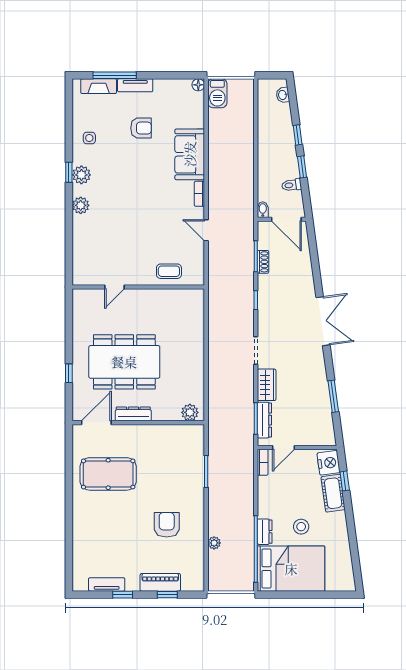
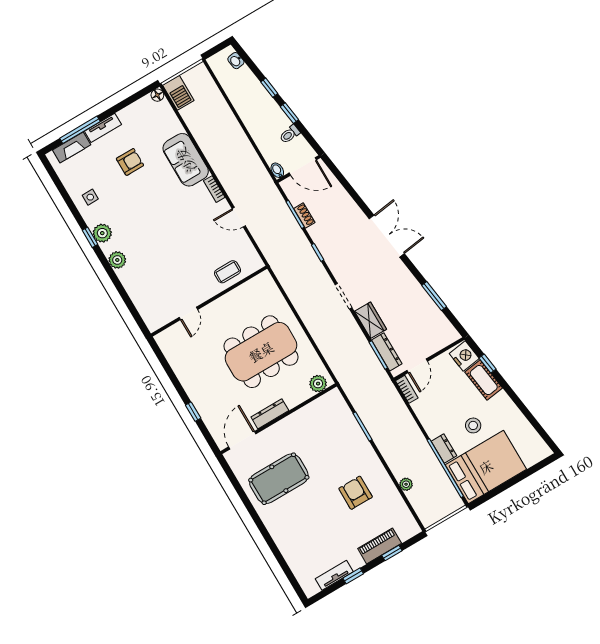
dining table: (124, 362) -> (261, 352), moved

